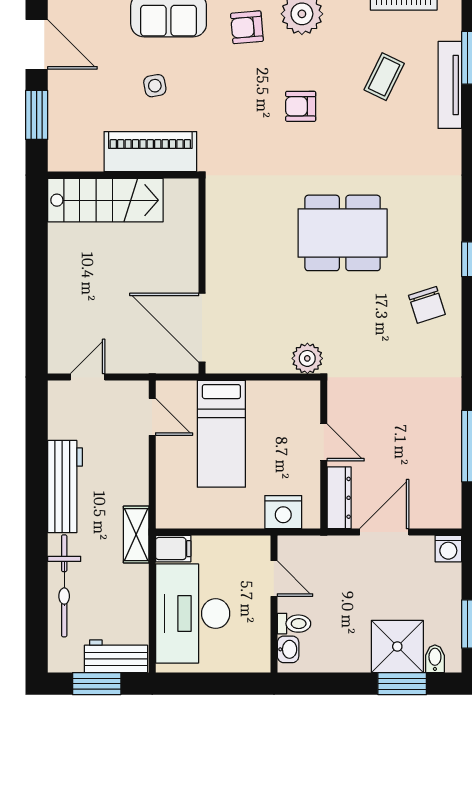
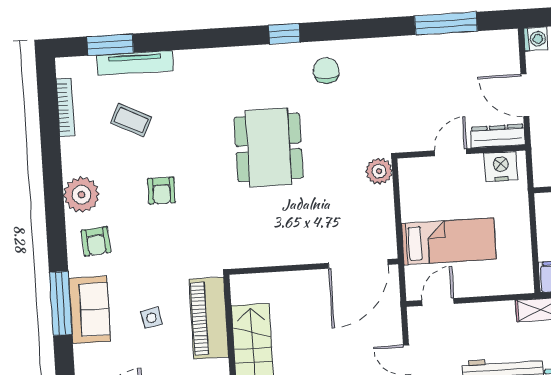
chair: (427, 305) -> (326, 71), turned -72
nightstand: (283, 512) -> (501, 166), moved, turned -90

